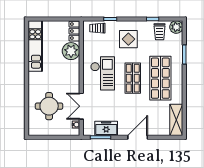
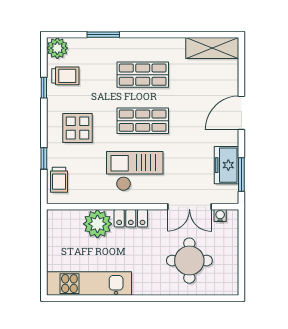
locker: (74, 31) -> (131, 218), moved
shop shelf: (160, 78) -> (143, 75), width x0.70, depth x0.74
door: (138, 137) -> (241, 113), hinge flipped

